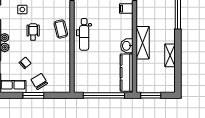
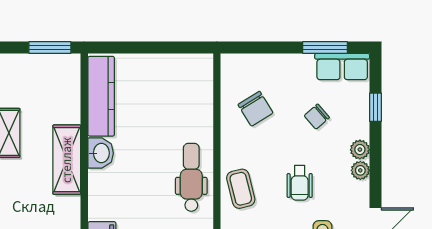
chair: (39, 82) -> (255, 109), moved
window: (33, 95) -> (325, 48), moved
window: (104, 95) -> (149, 48), removed

